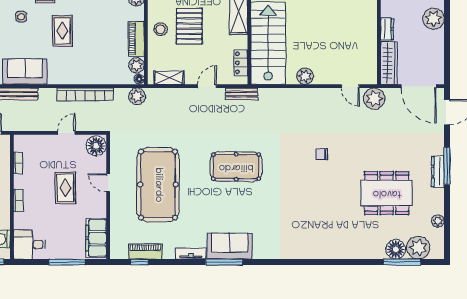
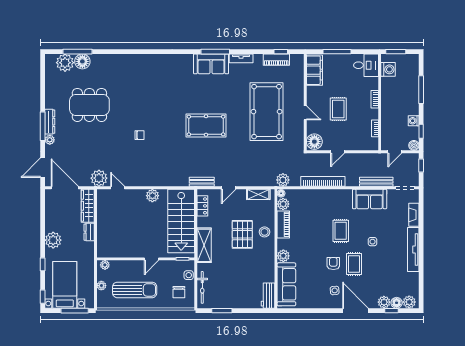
plant: (438, 221) -> (50, 140), moved

